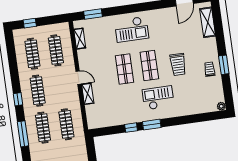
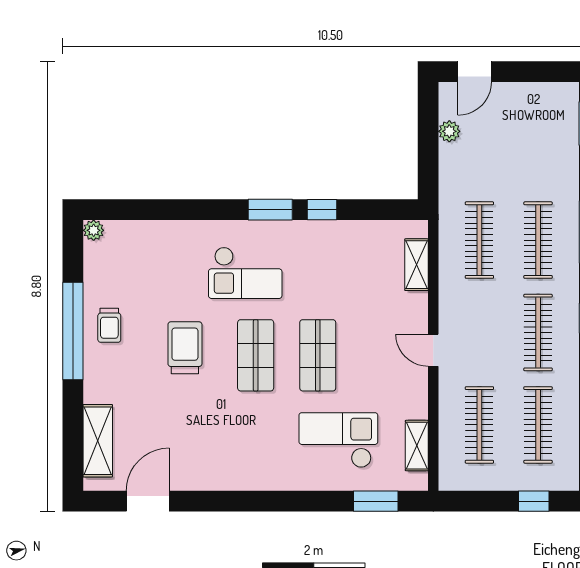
checkout: (132, 29) -> (338, 440), moved
window: (224, 65) -> (73, 331), width x2.11
shelving: (88, 94) -> (417, 265), moved

